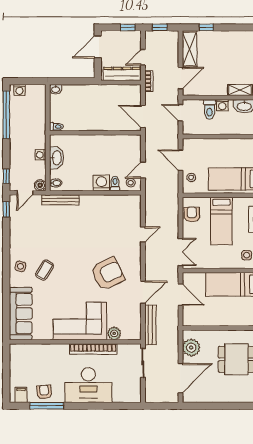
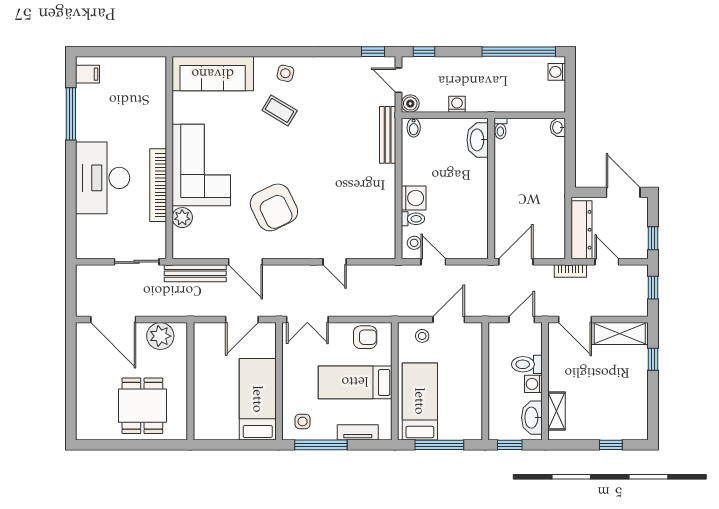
washbasin: (56, 158) -> (478, 140), moved, turned 90
armchair: (44, 392) -> (92, 110), removed

